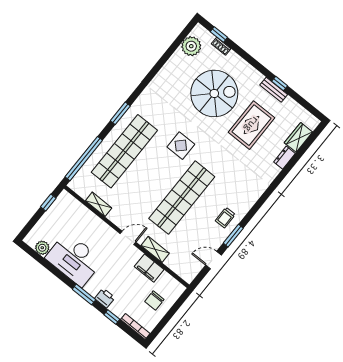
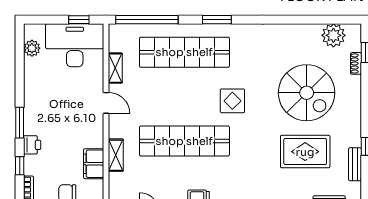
bench: (274, 90) -> (355, 164), moved
door: (128, 238) -> (106, 103), moved
desk: (74, 259) -> (75, 45), moved, turned 90

